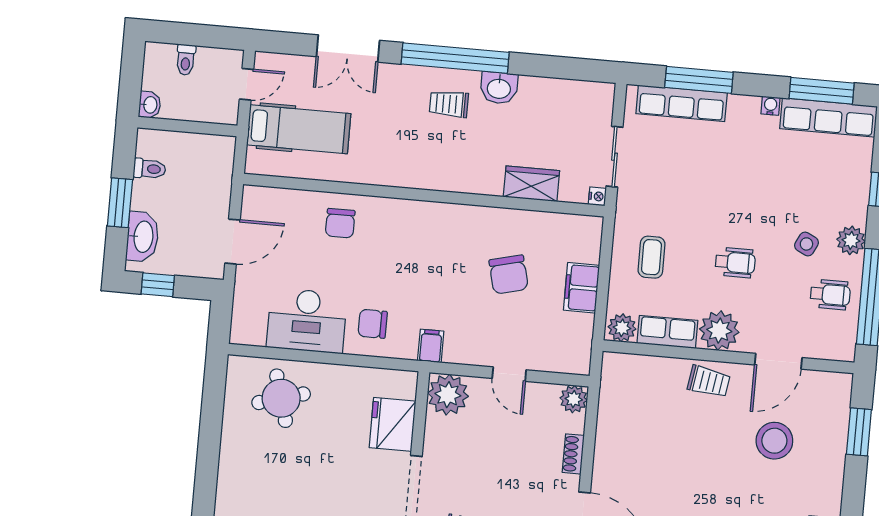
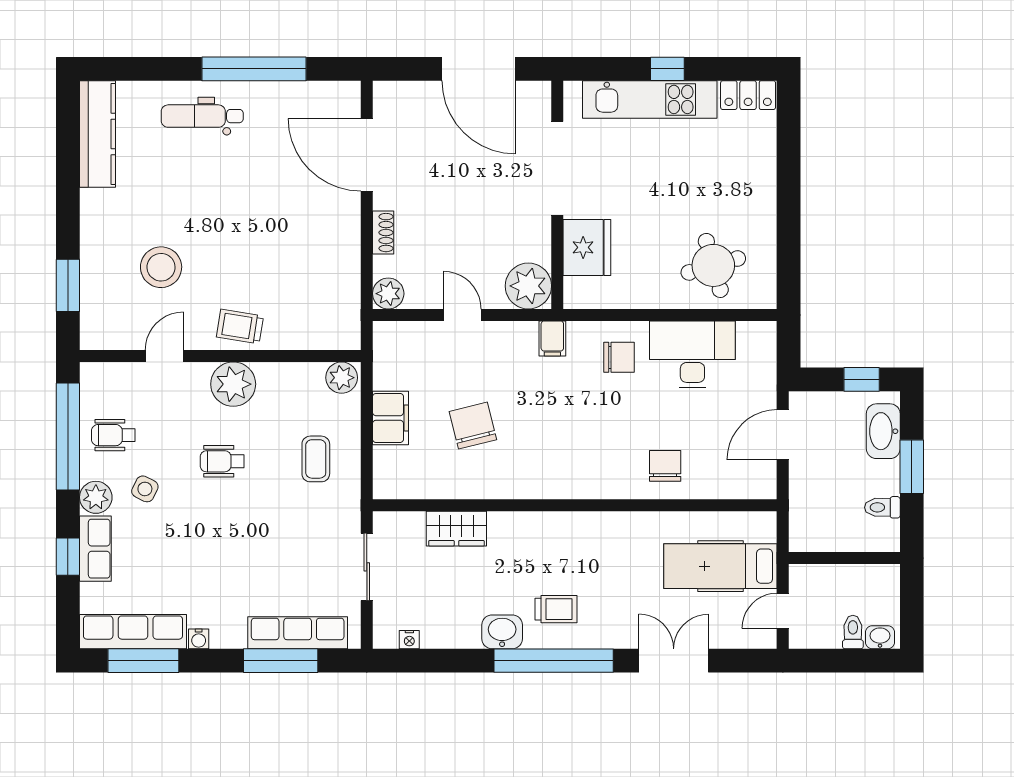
washbasin: (150, 105) -> (880, 637), moved, turned 90
nightstand: (597, 196) -> (409, 640), moved, turned -90
row of seats: (667, 332) -> (95, 549), moved, turned -90
door: (778, 361) -> (164, 356), width x0.73

